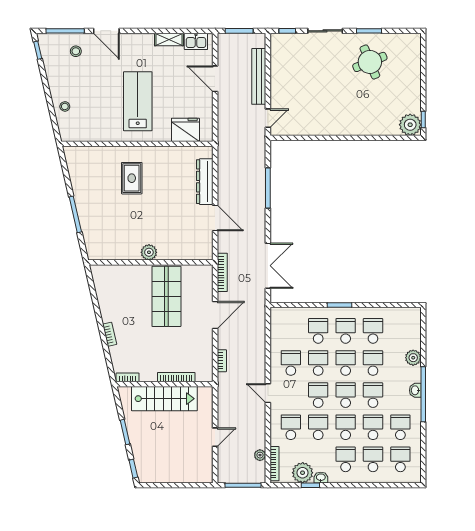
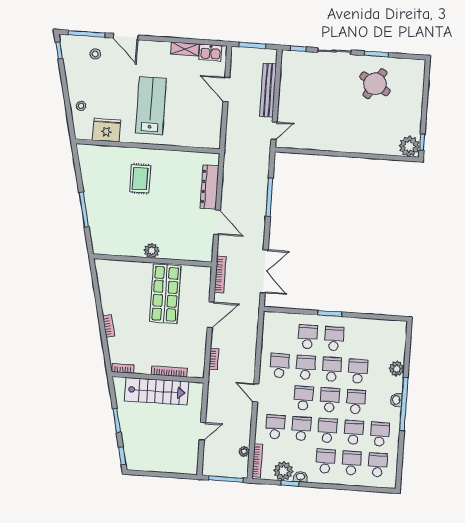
round table: (370, 62) -> (375, 84), turned -37
fridge: (185, 130) -> (106, 130), moved
school desk: (373, 331) -> (360, 340), removed

